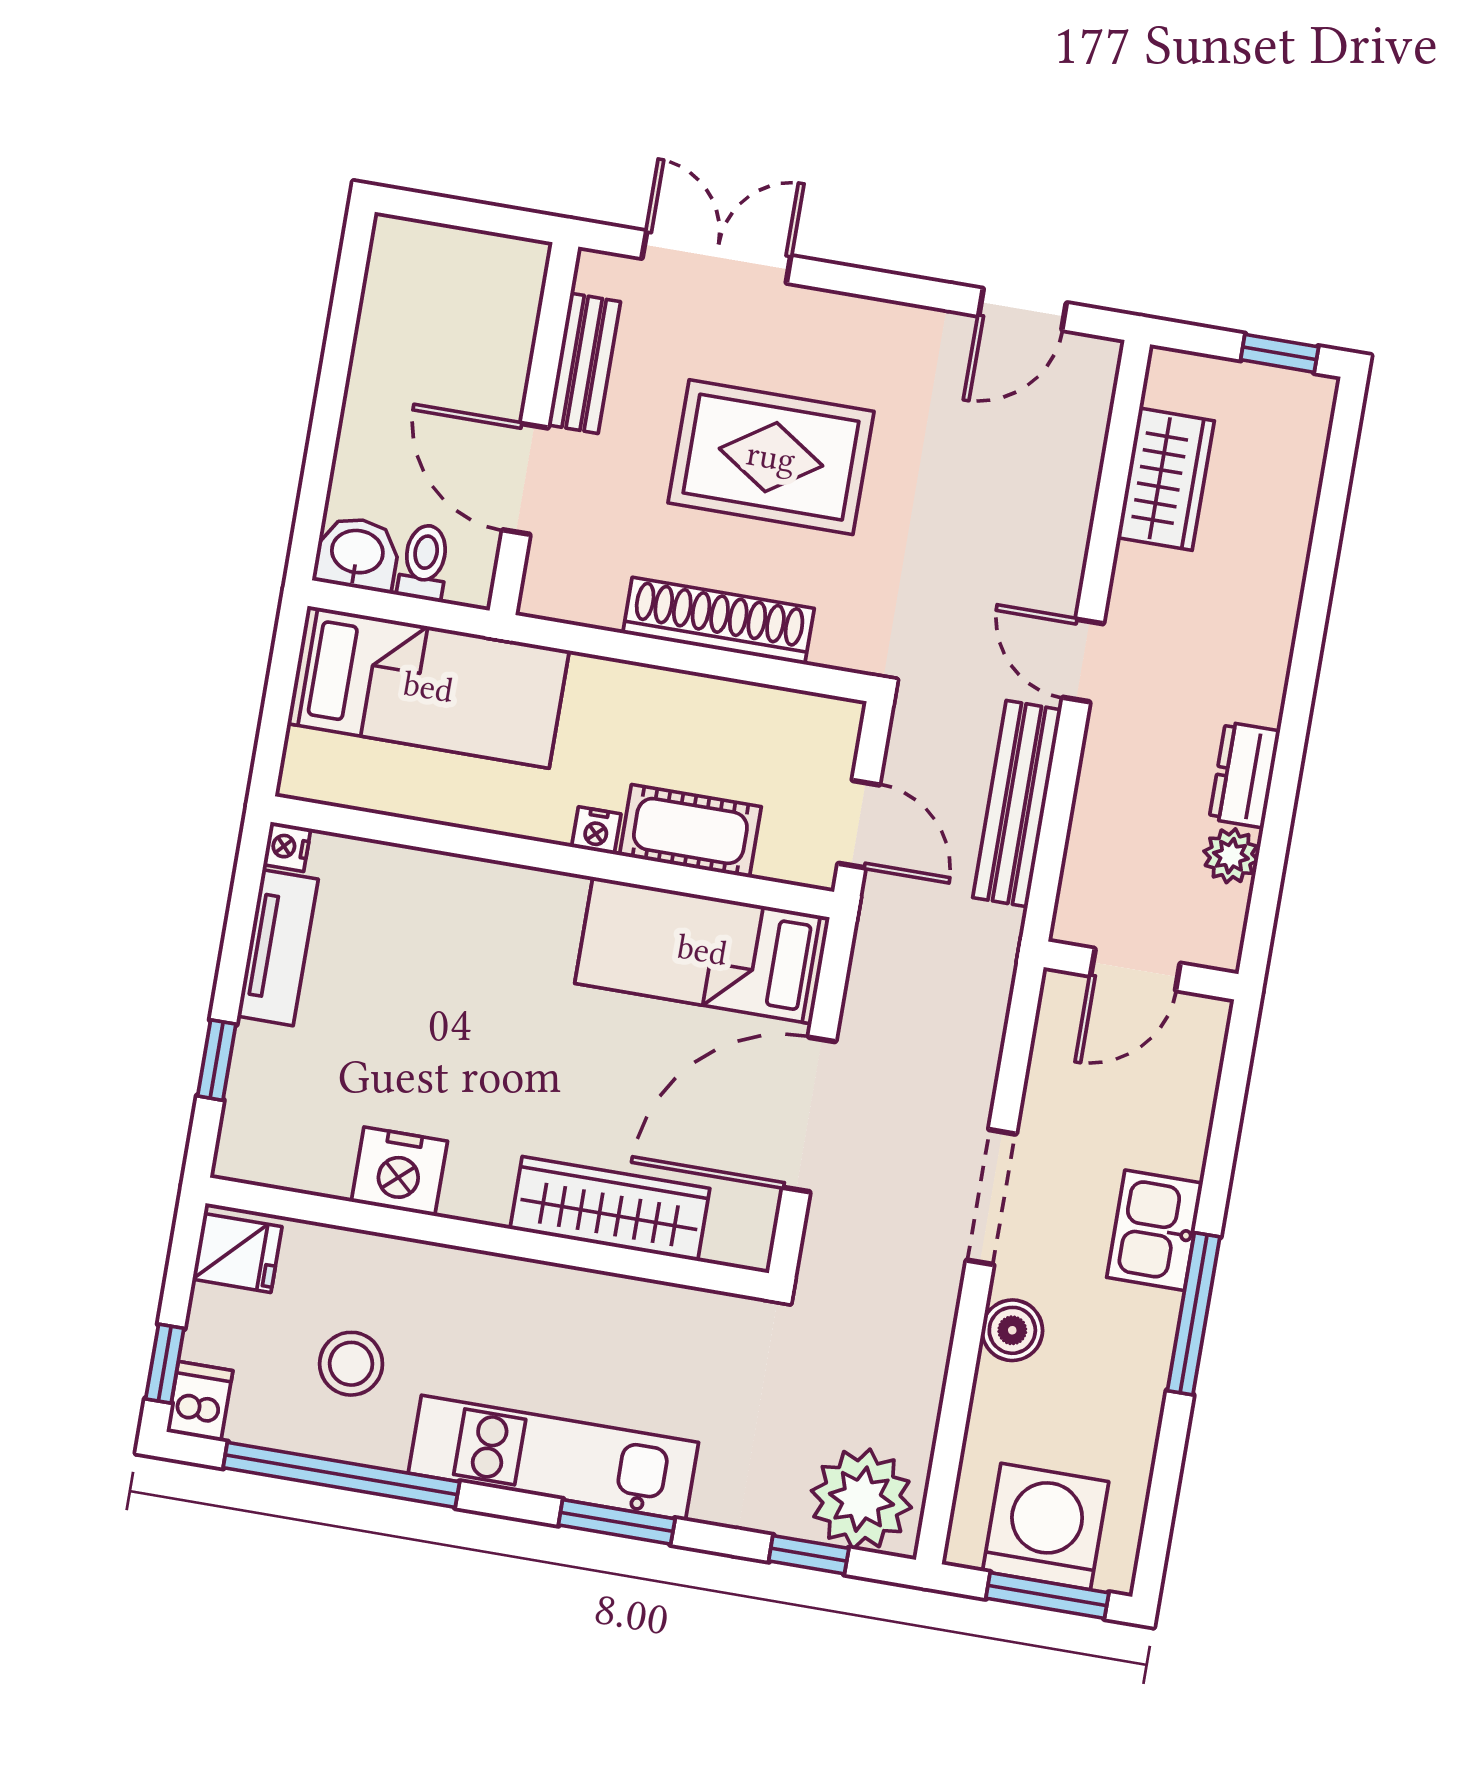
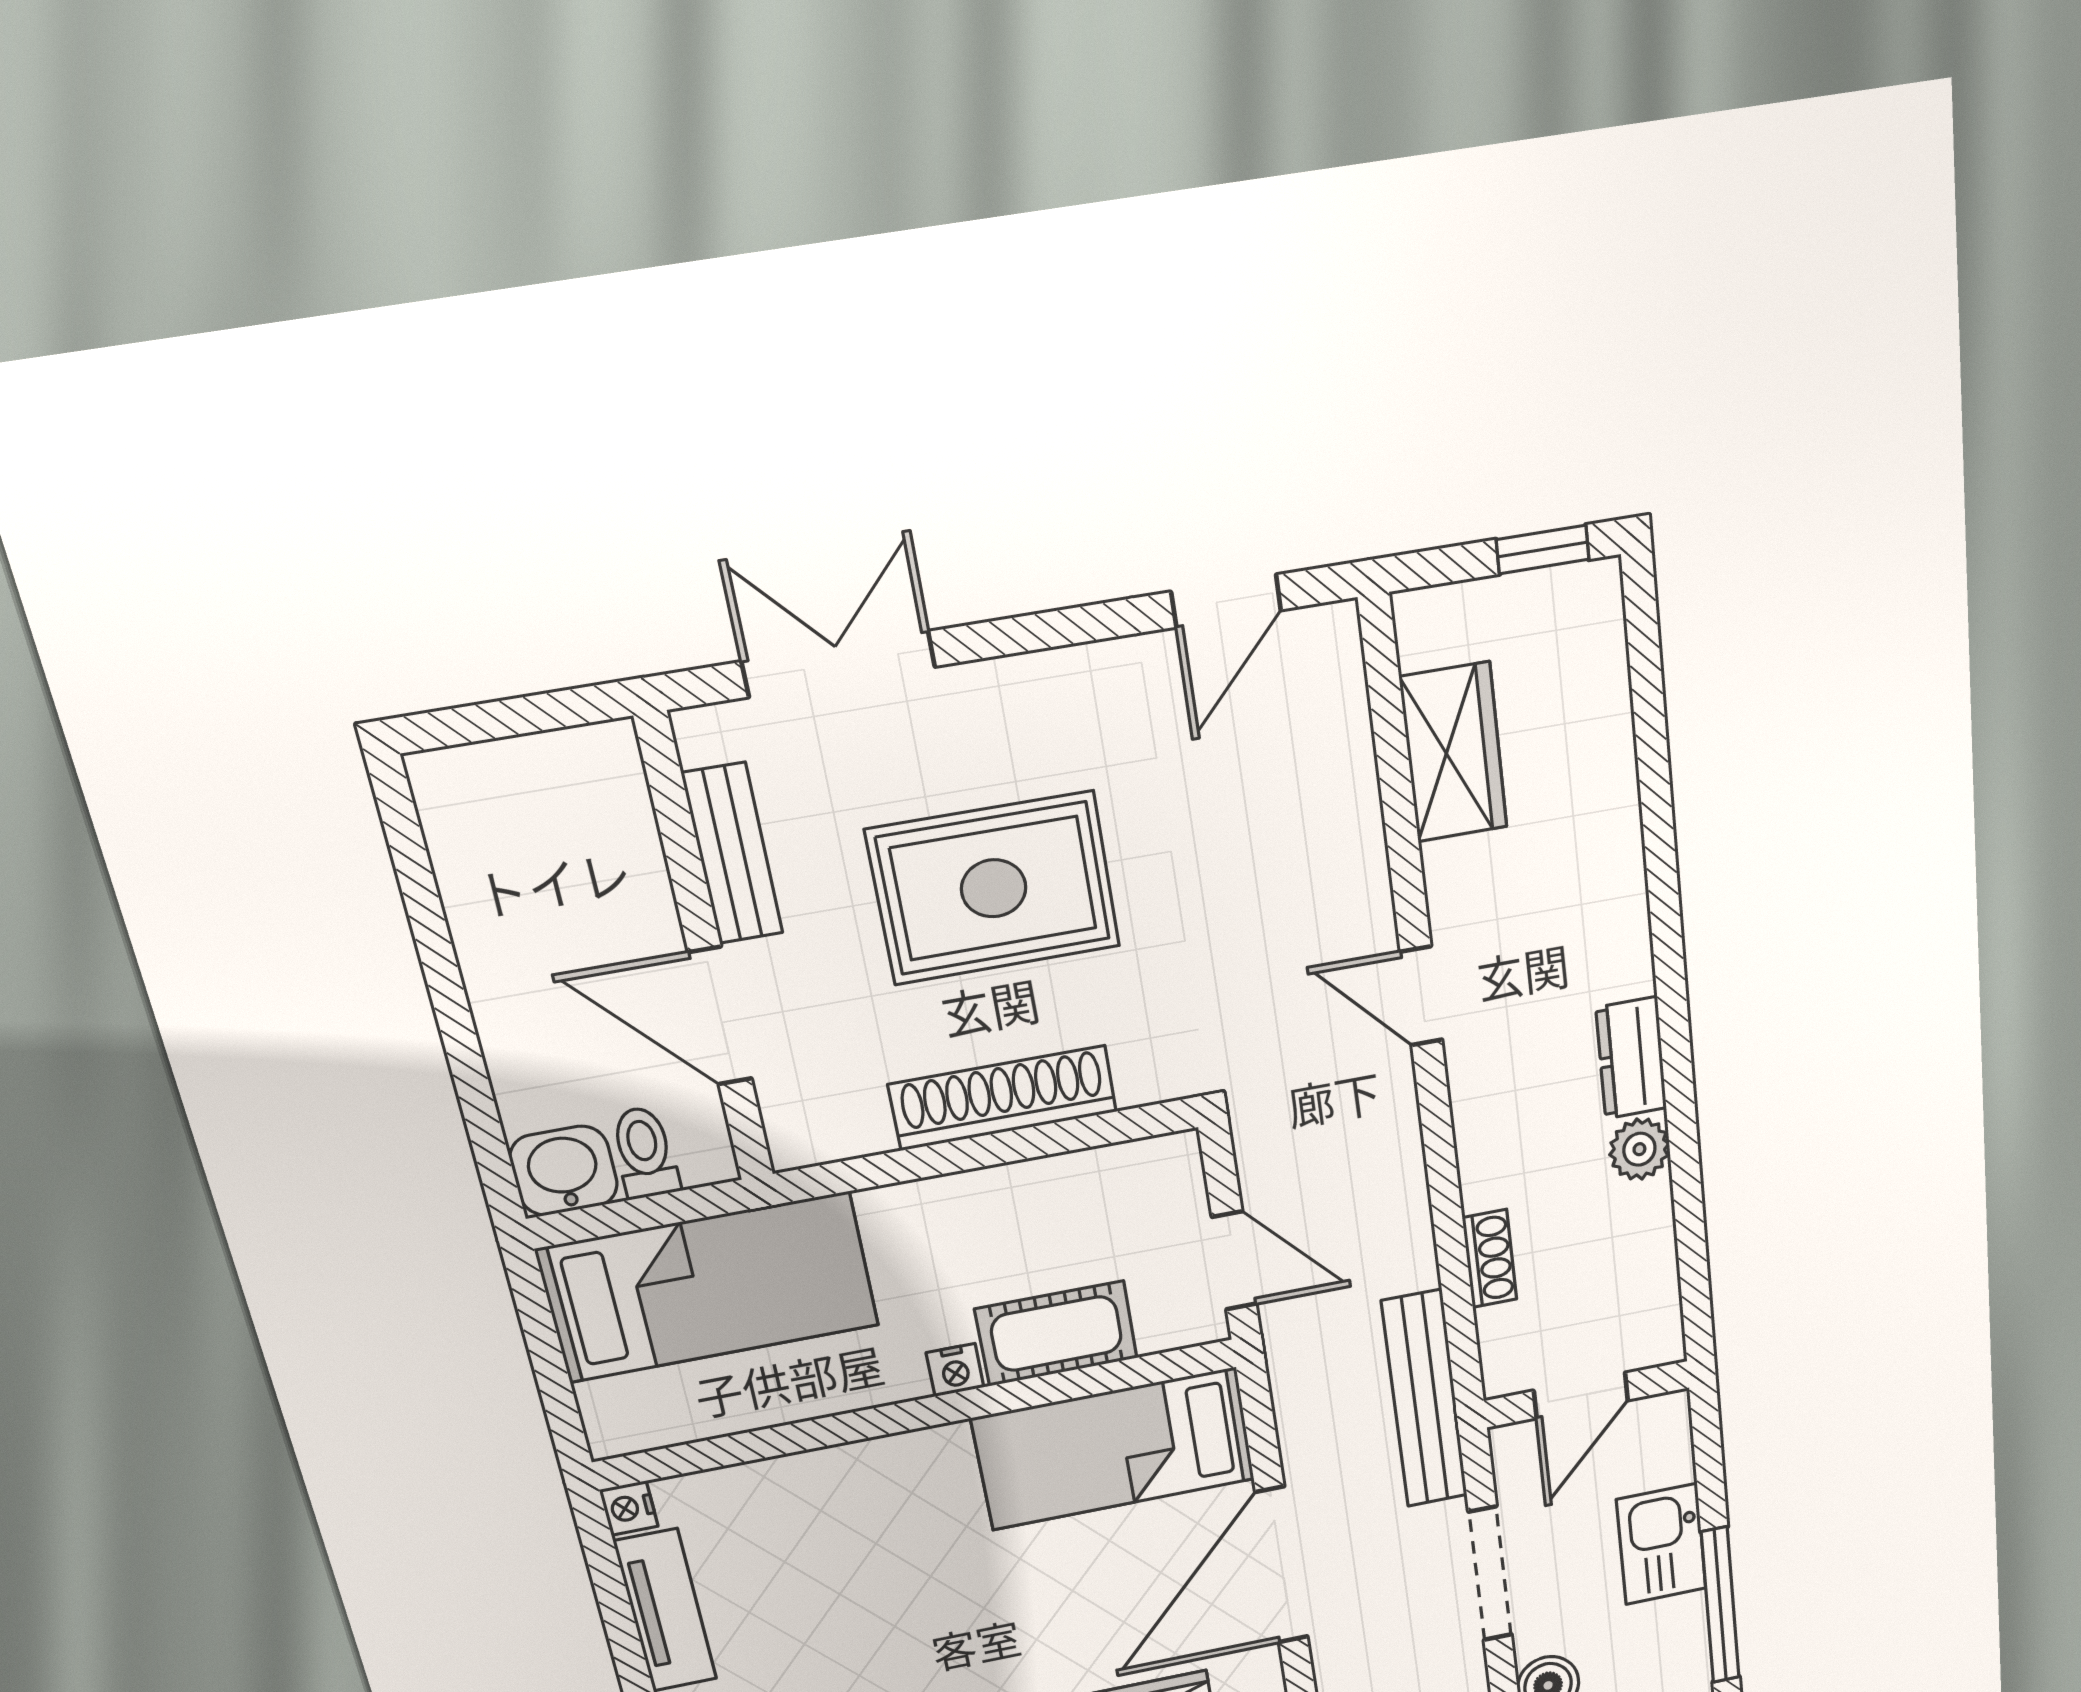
bench: (1017, 804) -> (1425, 1399), moved
shoe rack: (1075, 904) -> (1490, 1259), added
door: (1135, 970) -> (1581, 1395), moved
wall: (1141, 971) -> (1587, 1394), moved

